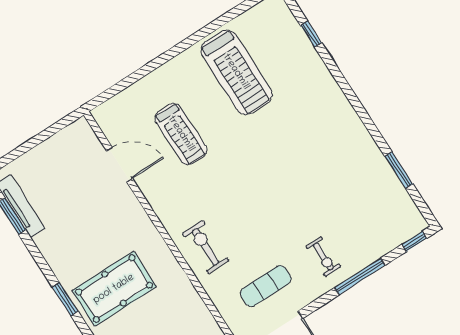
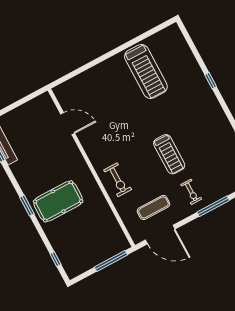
window: (311, 34) -> (211, 81), moved
treadmill: (181, 134) -> (169, 154), moved
exercise bike: (206, 247) -> (118, 180), turned 180

